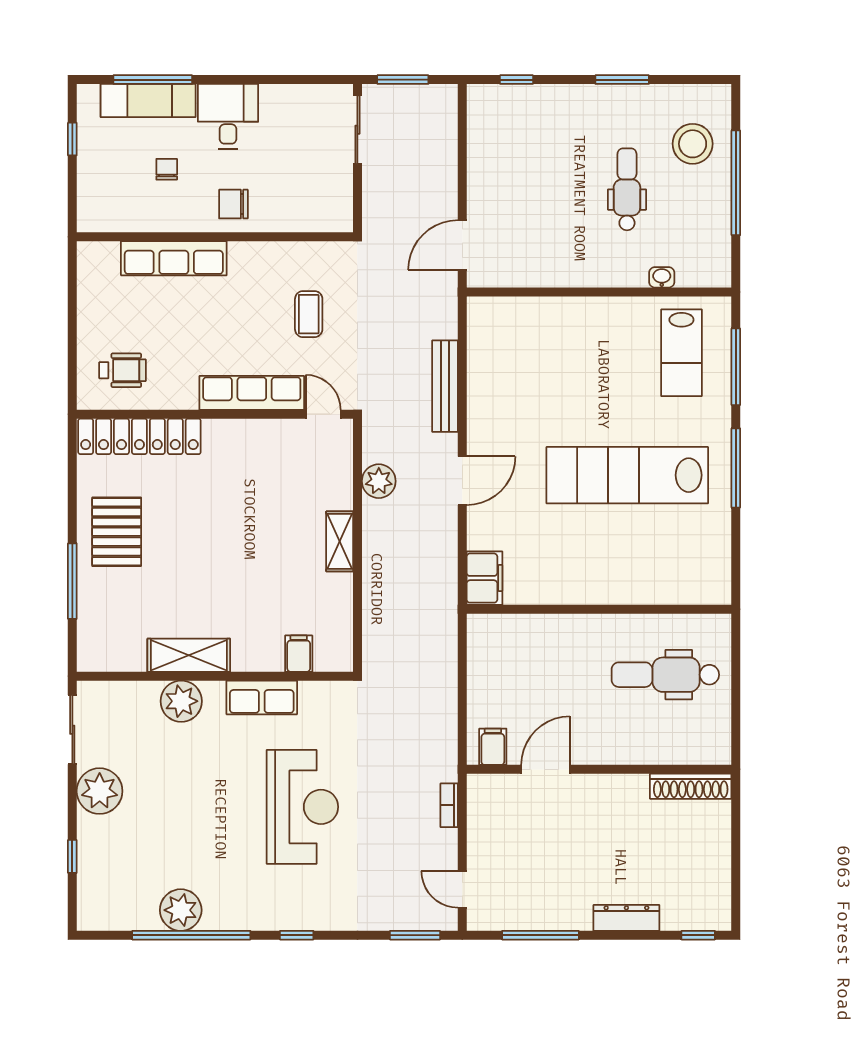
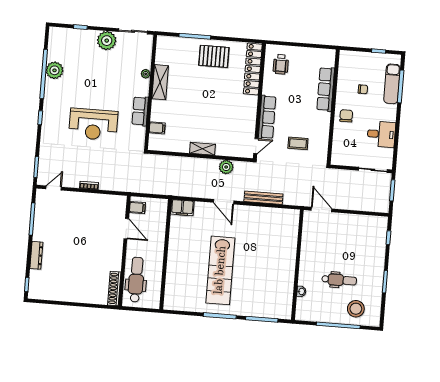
desk: (228, 116) -> (381, 134), moved
lab bench: (681, 353) -> (269, 297), removed
lab bench: (627, 475) -> (220, 270), turned 180
plant: (181, 701) -> (146, 74), width x0.53, depth x0.53
filing cabinet: (493, 747) -> (137, 208), moved
door: (546, 769) -> (126, 229), moved
wall: (599, 769) -> (124, 251), moved
shoe rack: (691, 786) -> (114, 288), moved

